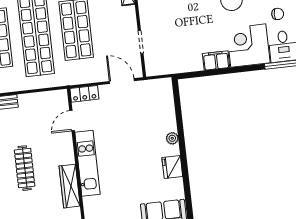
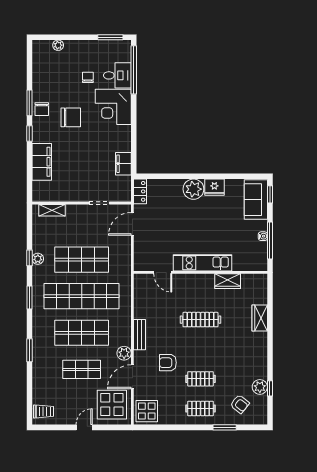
filing cabinet: (216, 60) -> (123, 164), moved
locker: (84, 94) -> (140, 191), moved
plant: (172, 138) -> (193, 189), width x1.88, depth x1.88
wardrobe: (70, 186) -> (228, 281), width x0.67

